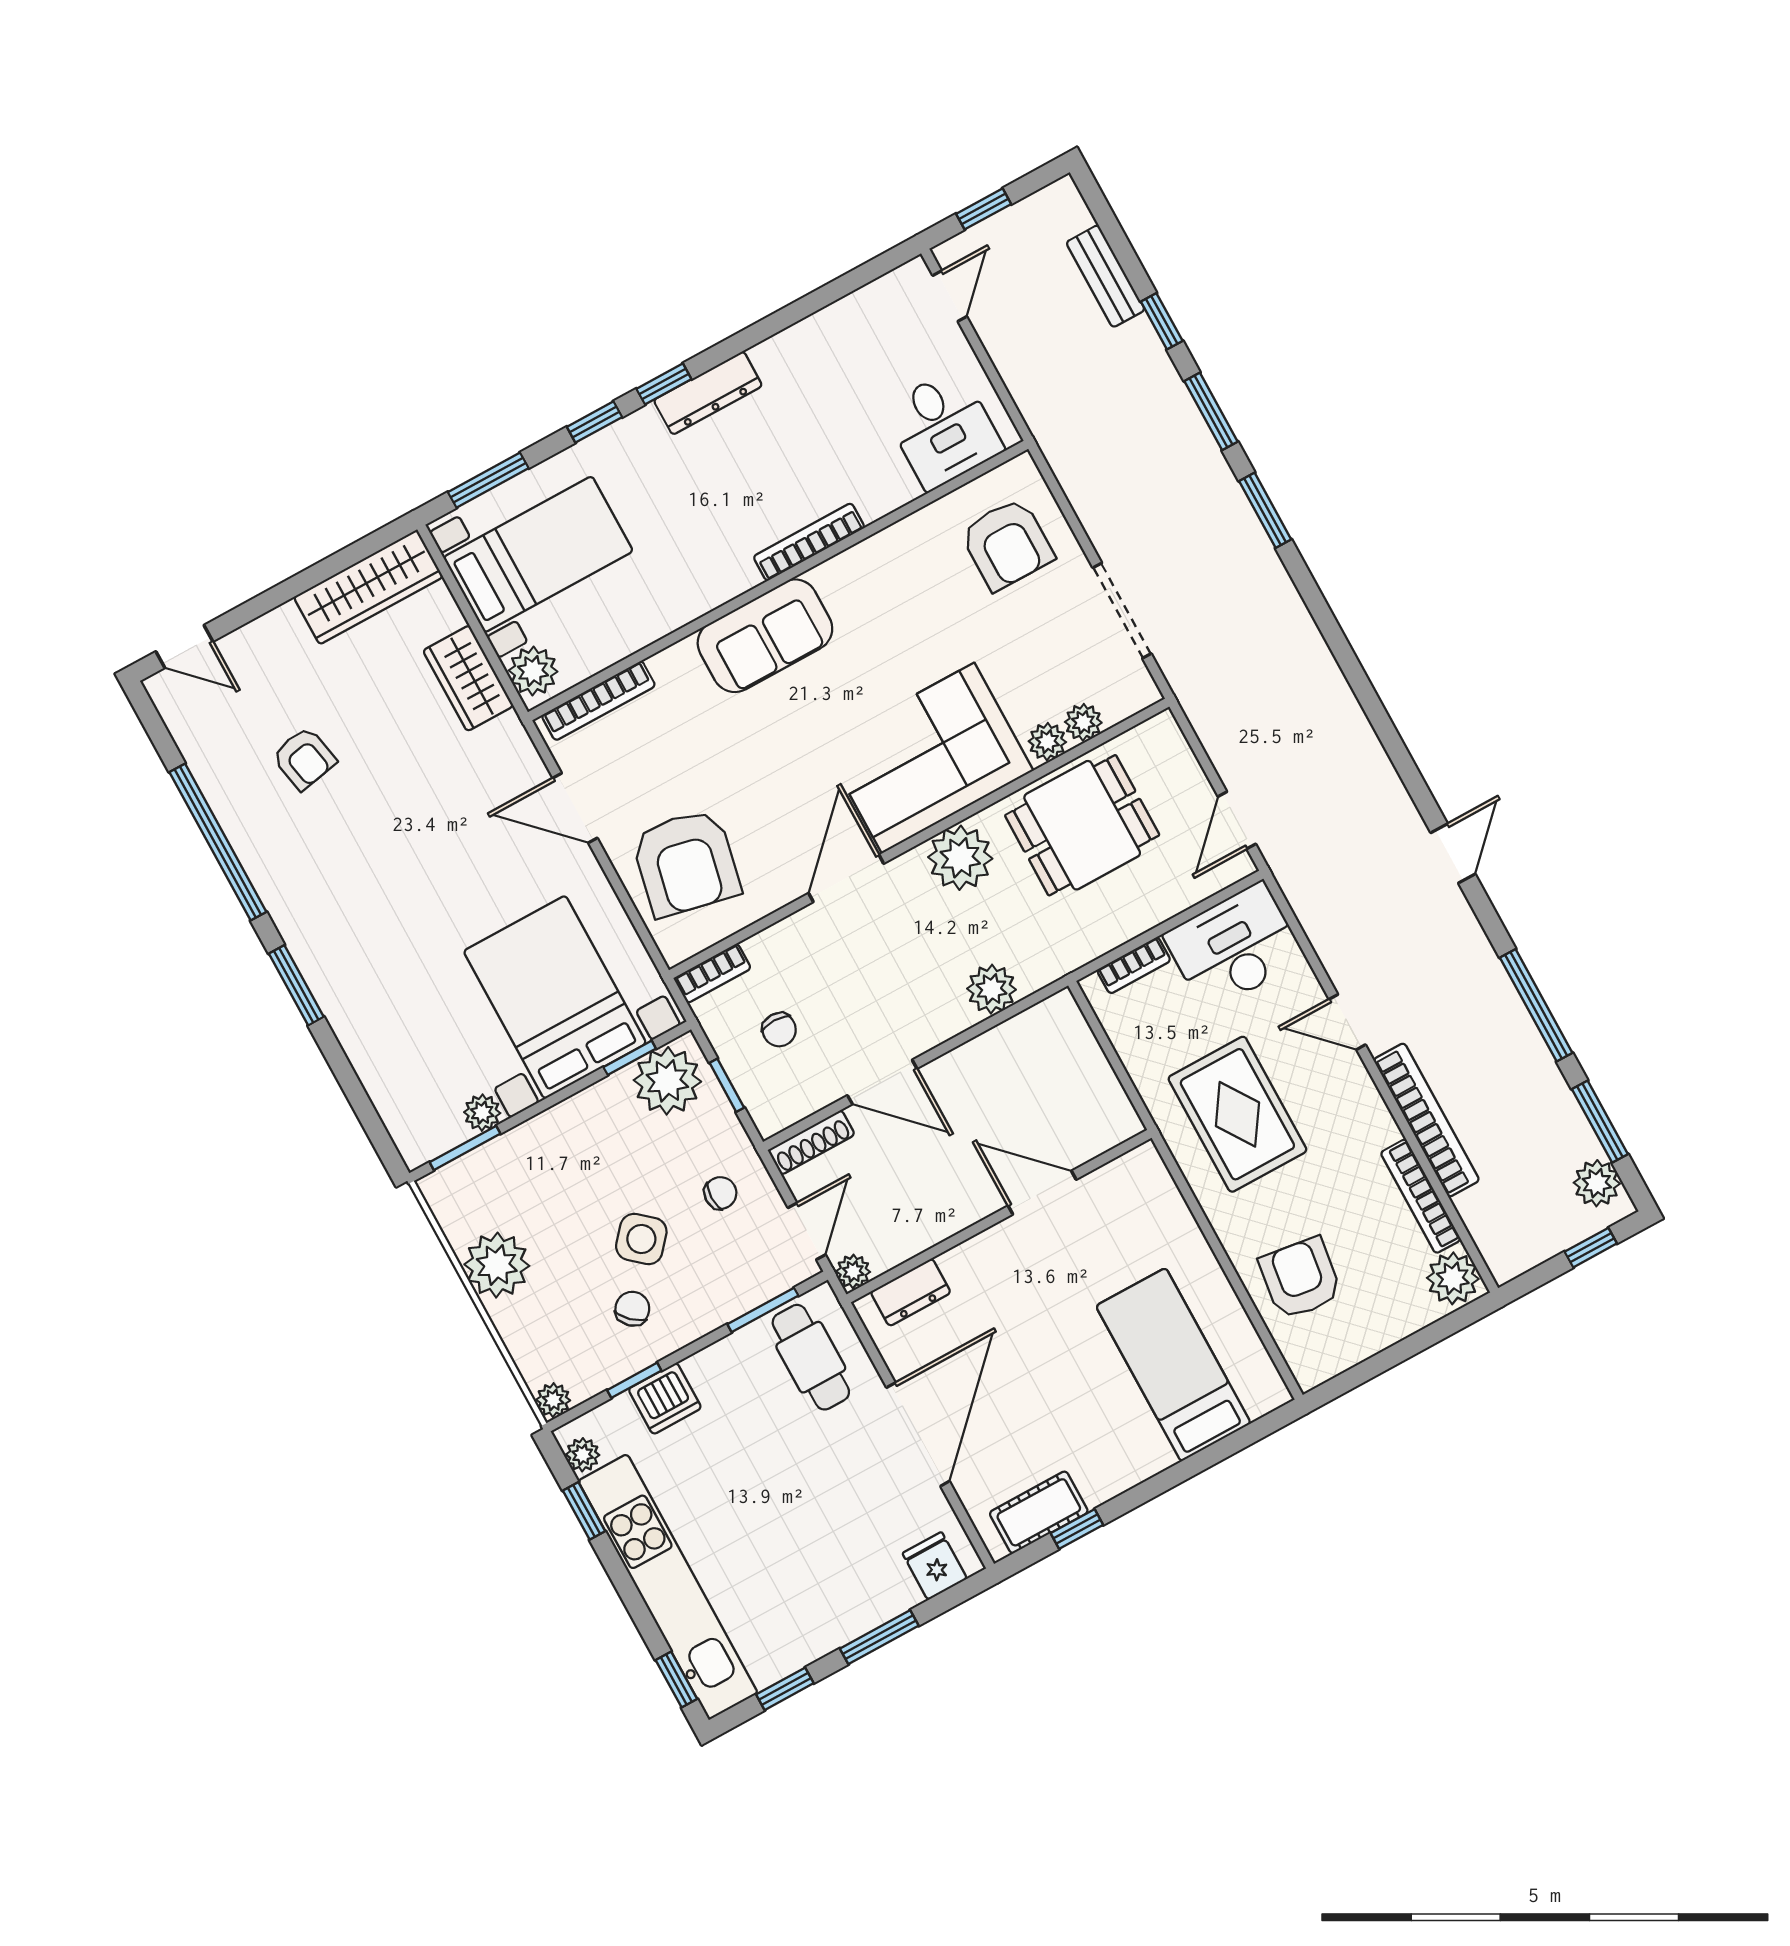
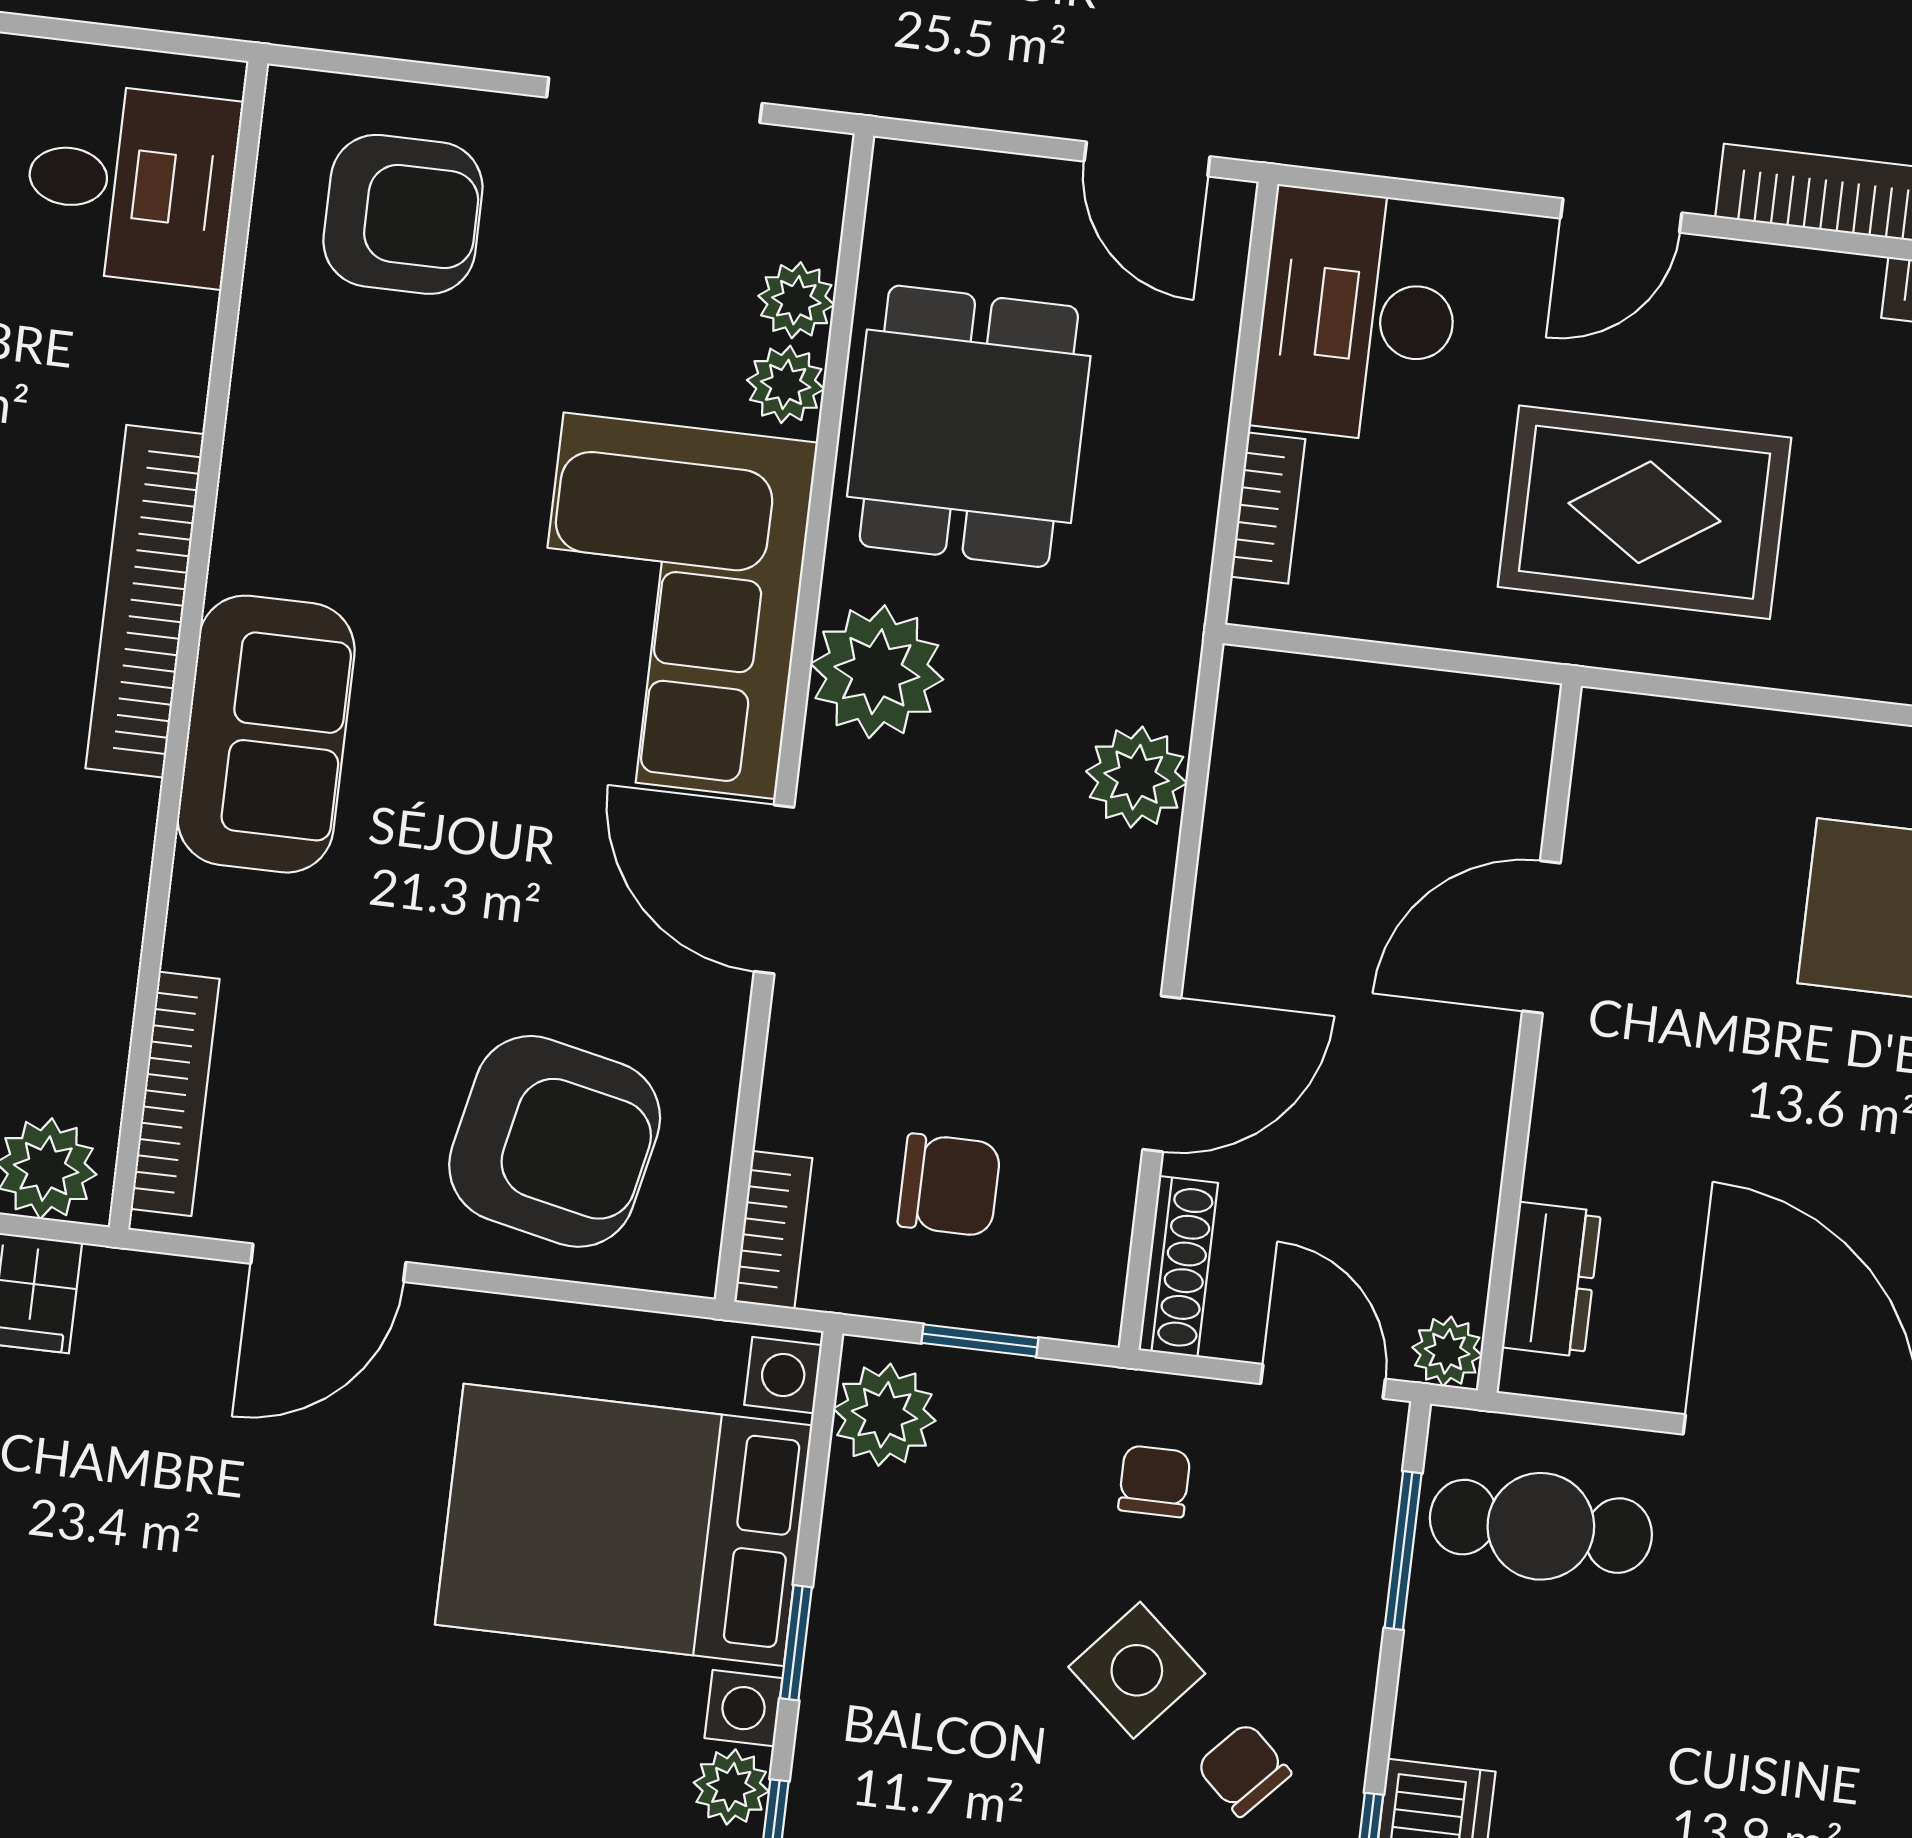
bookcase: (809, 542) -> (145, 601), width x1.48, depth x1.31
chair: (779, 1030) -> (949, 1185), width x1.37, depth x1.37
window: (630, 1058) -> (796, 1643), moved
plant: (667, 1081) -> (884, 1415), width x0.73, depth x0.73

